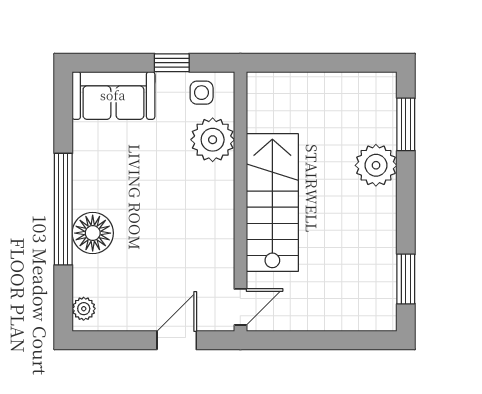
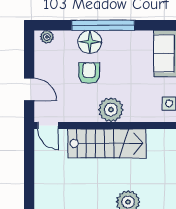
plant: (213, 140) -> (111, 110), moved
armchair: (148, 234) -> (89, 73), added

